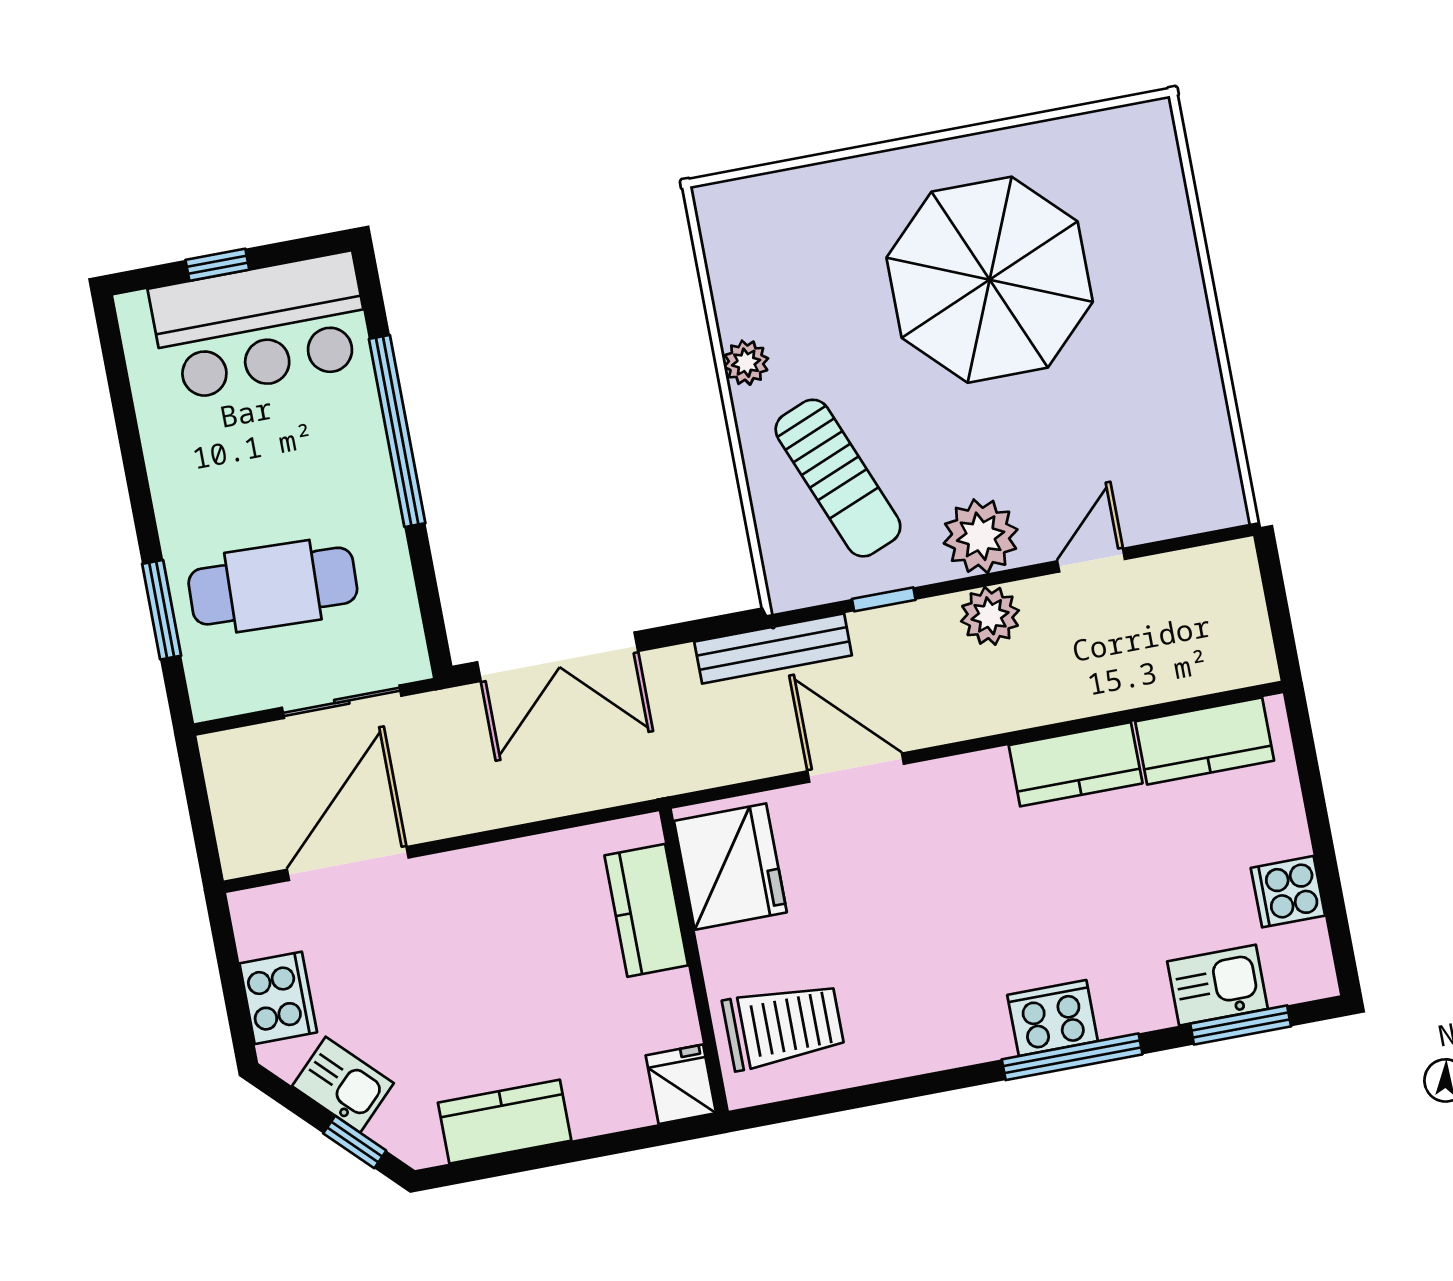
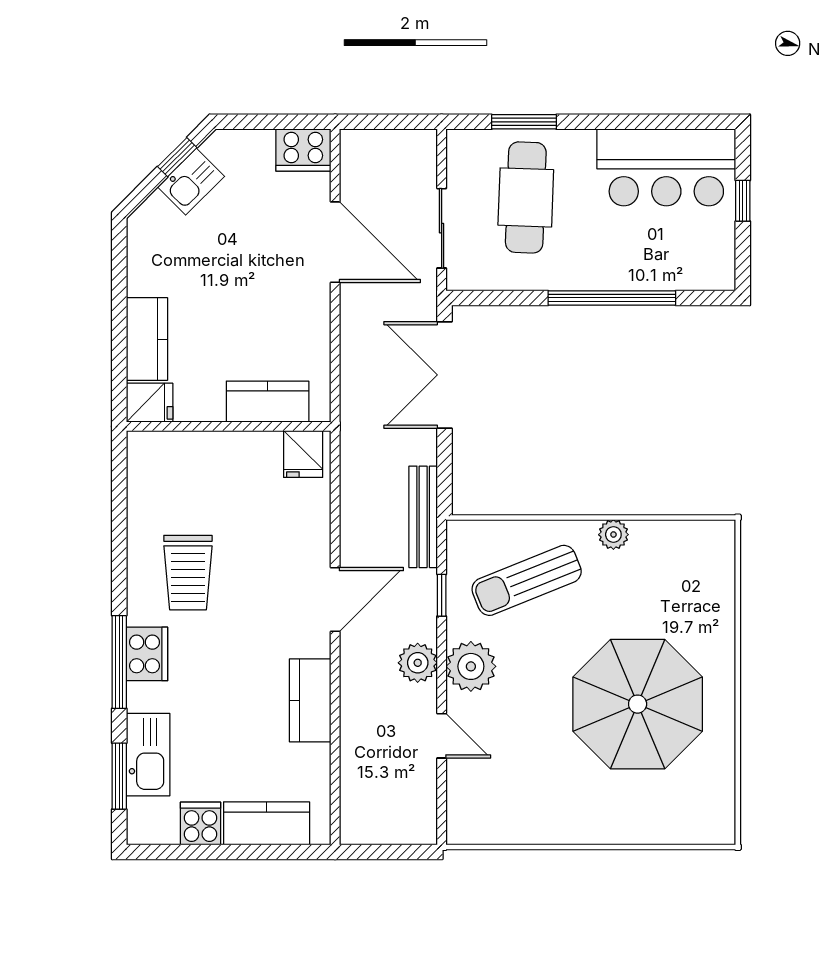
bar counter: (261, 326) -> (666, 167), moved, turned -90
kitchen counter: (1205, 741) -> (267, 823), moved, turned 90
door: (856, 768) -> (335, 600), moved
door: (348, 864) -> (335, 242), moved
fridge: (730, 867) -> (303, 454), width x0.53, depth x0.75
kitchen sink: (1218, 985) -> (148, 755), width x1.38
cooker: (278, 998) -> (303, 150), moved
trolley: (783, 1026) -> (188, 573), moved
kitchen counter: (505, 1122) -> (147, 339), moved
window: (355, 1142) -> (177, 157), moved

